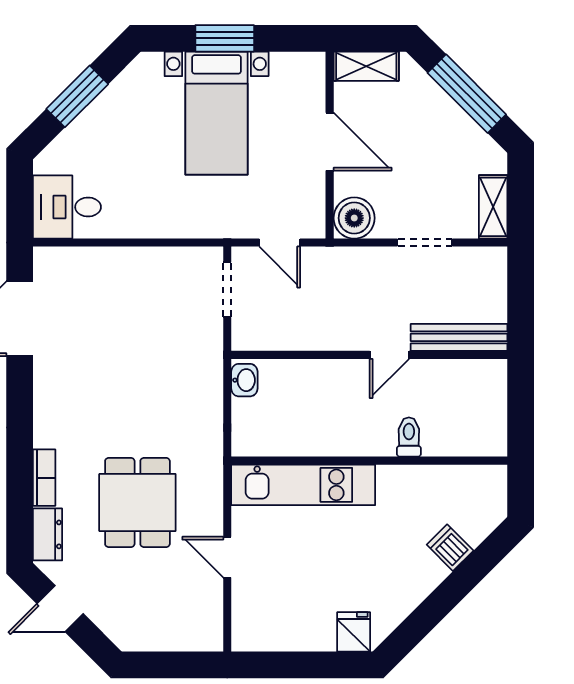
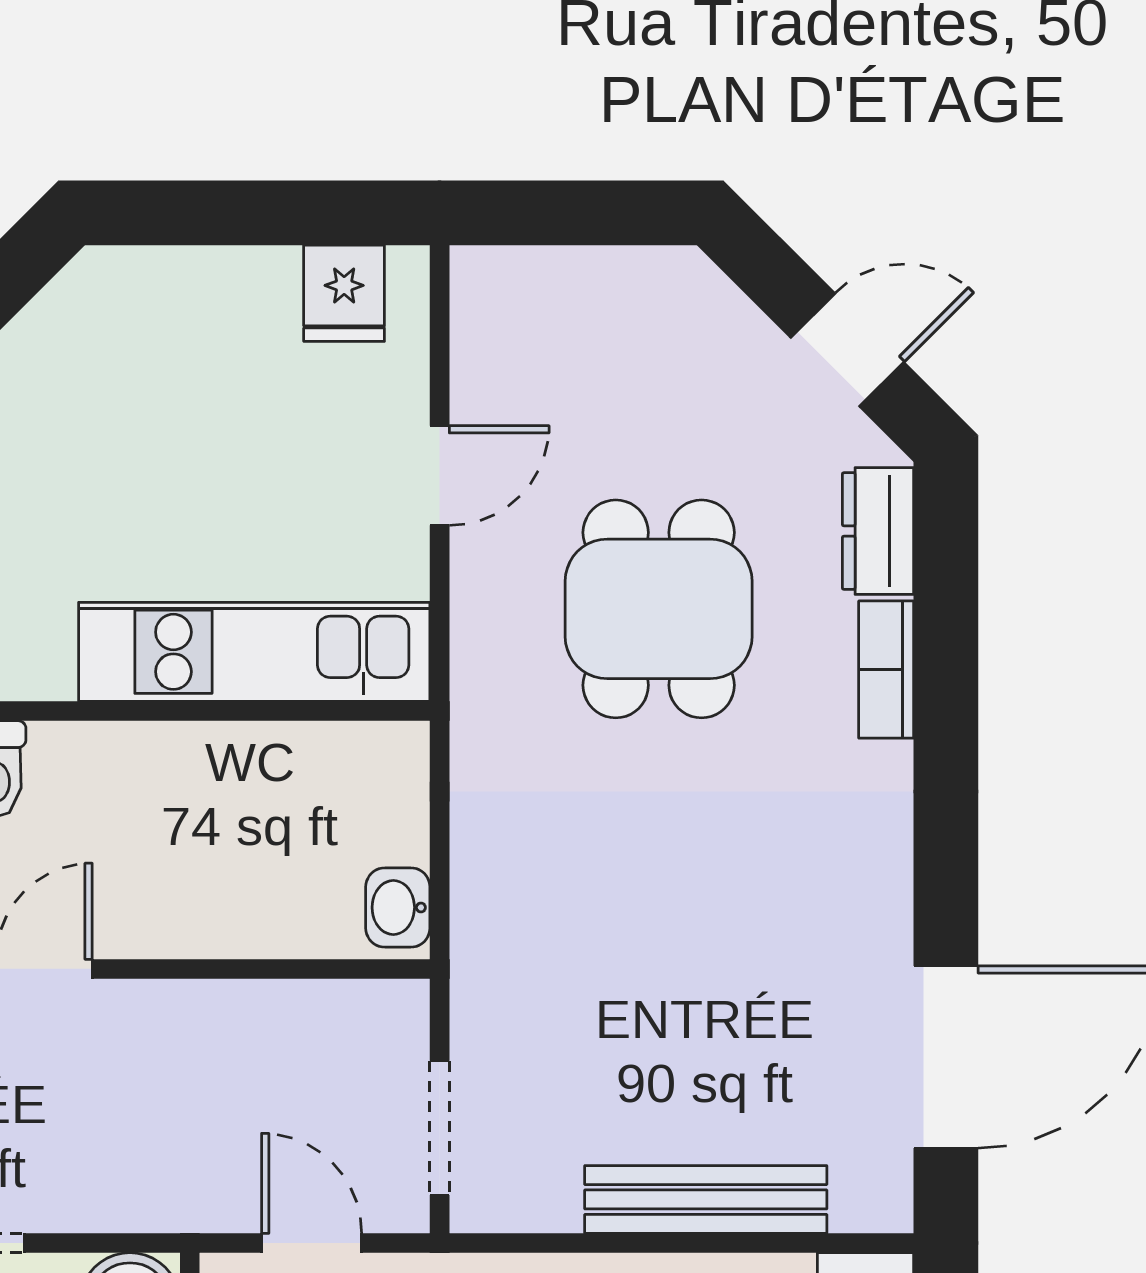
bench: (118, 260) -> (706, 1199), added
door: (227, 557) -> (440, 476), hinge flipped
fridge: (354, 632) -> (344, 293), moved

